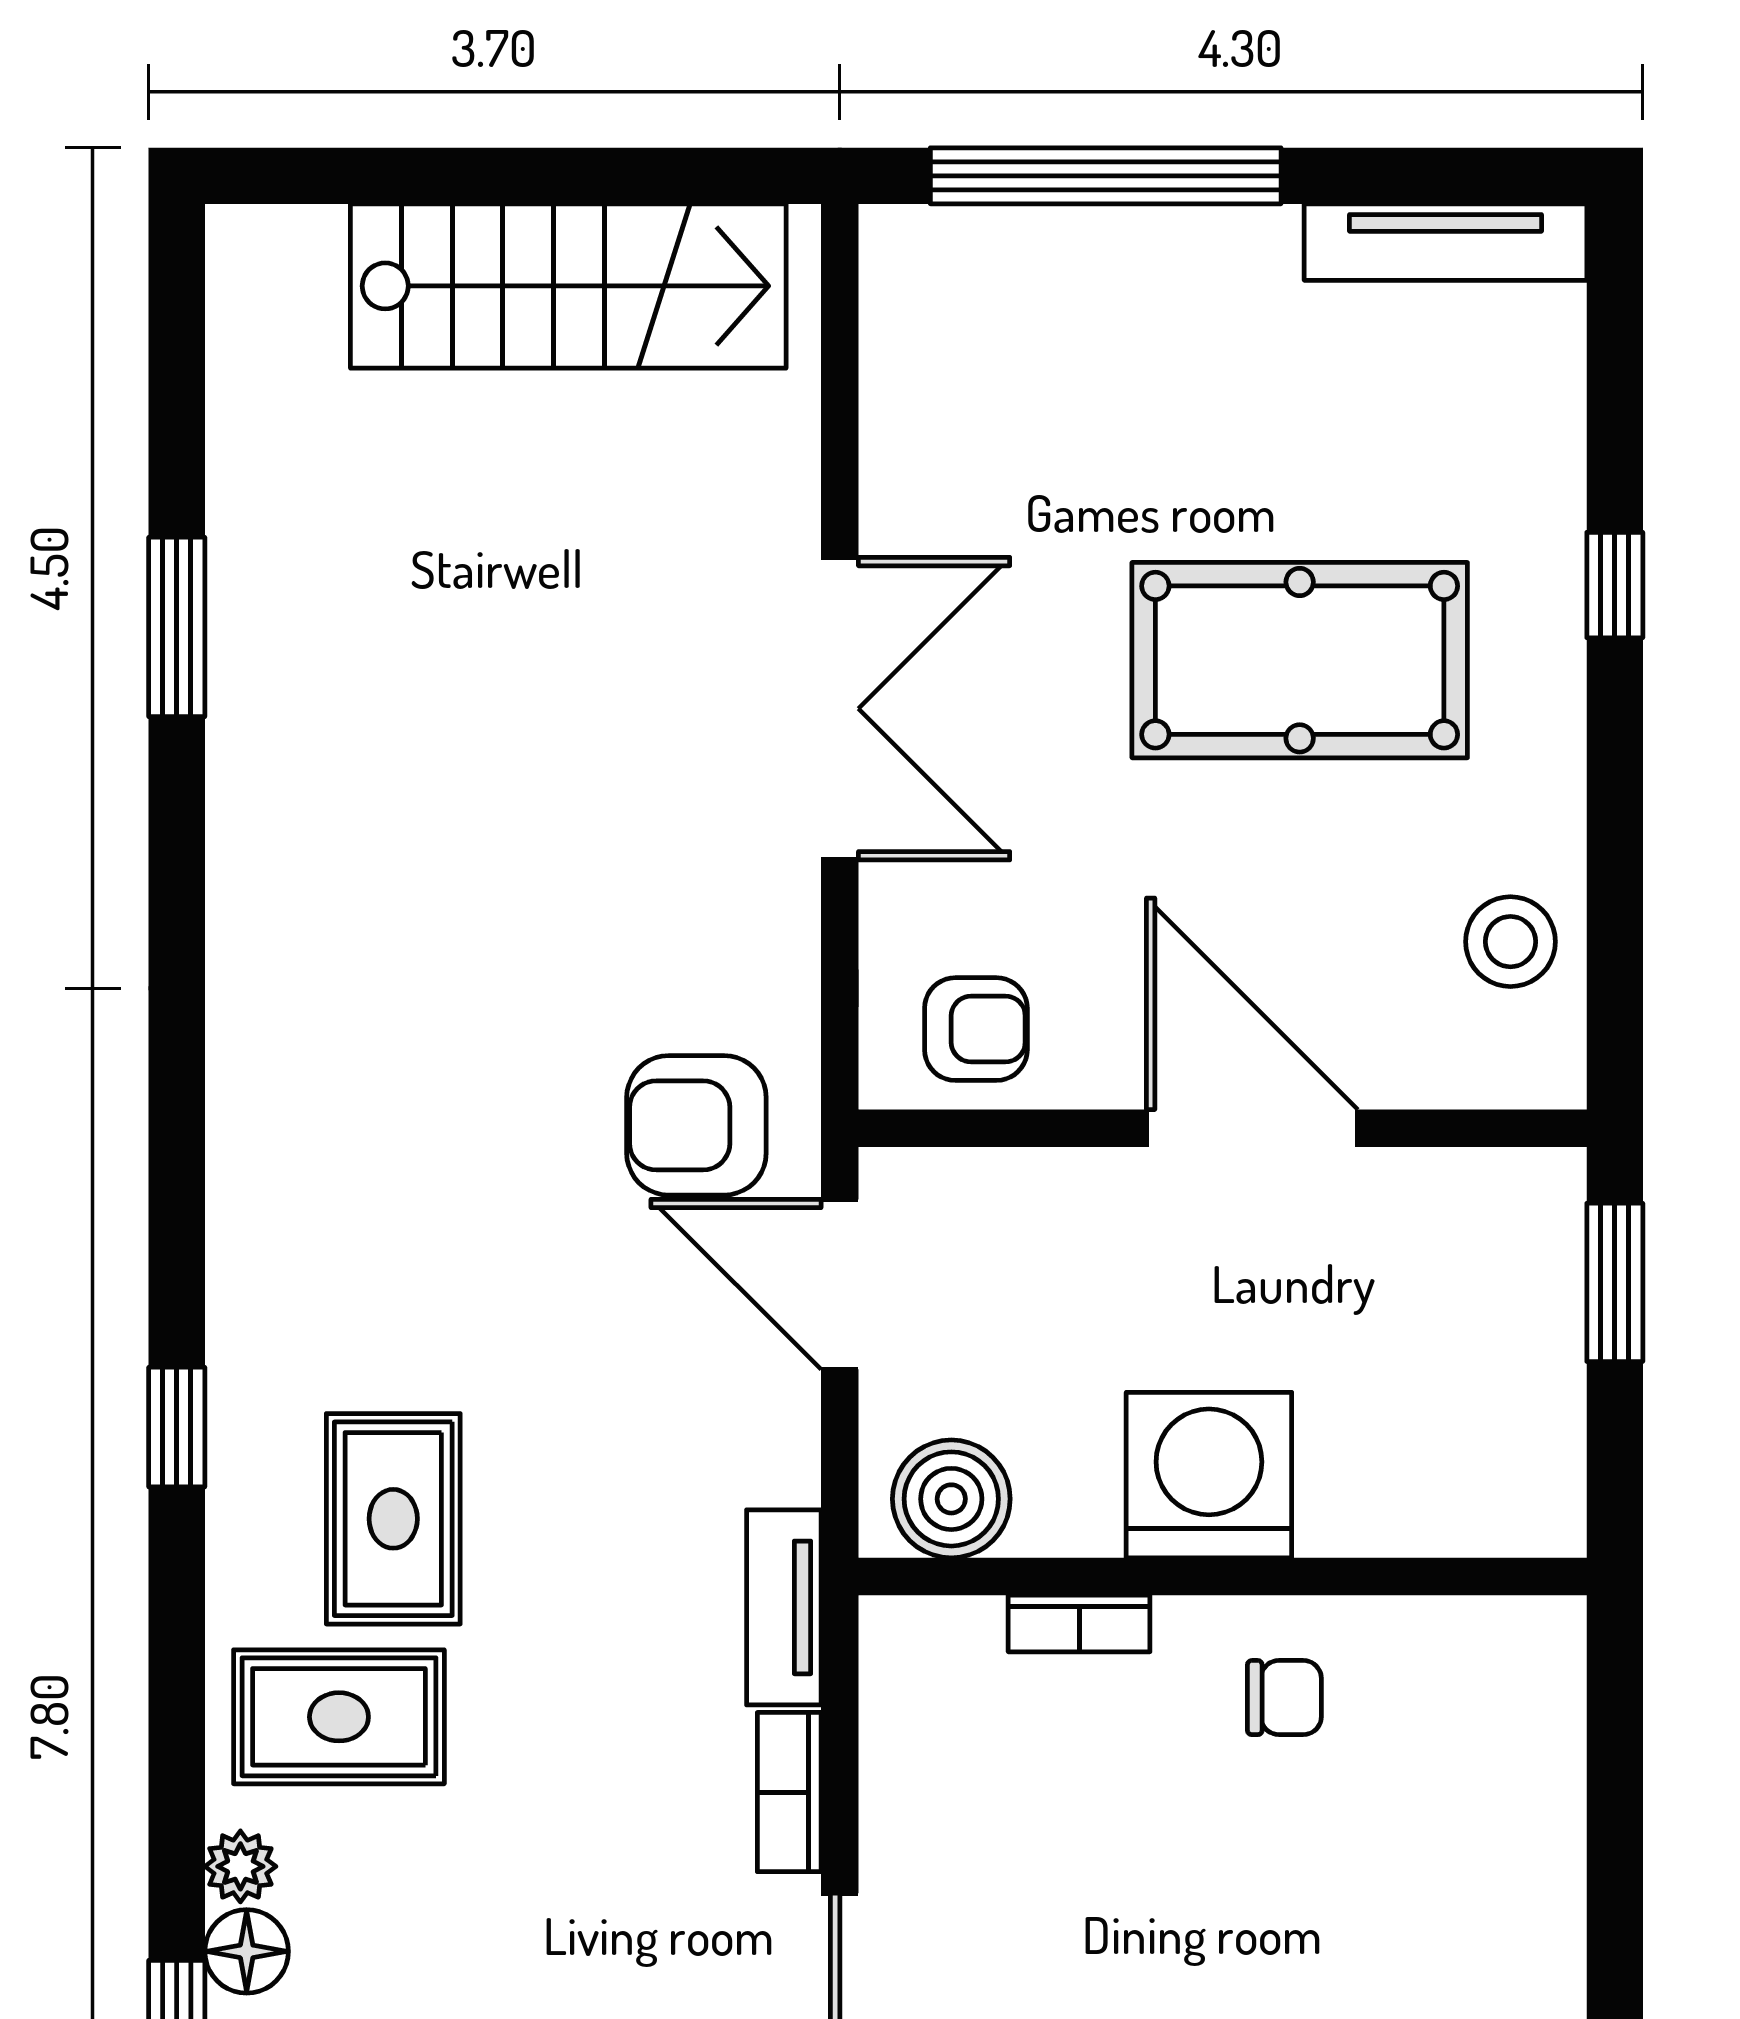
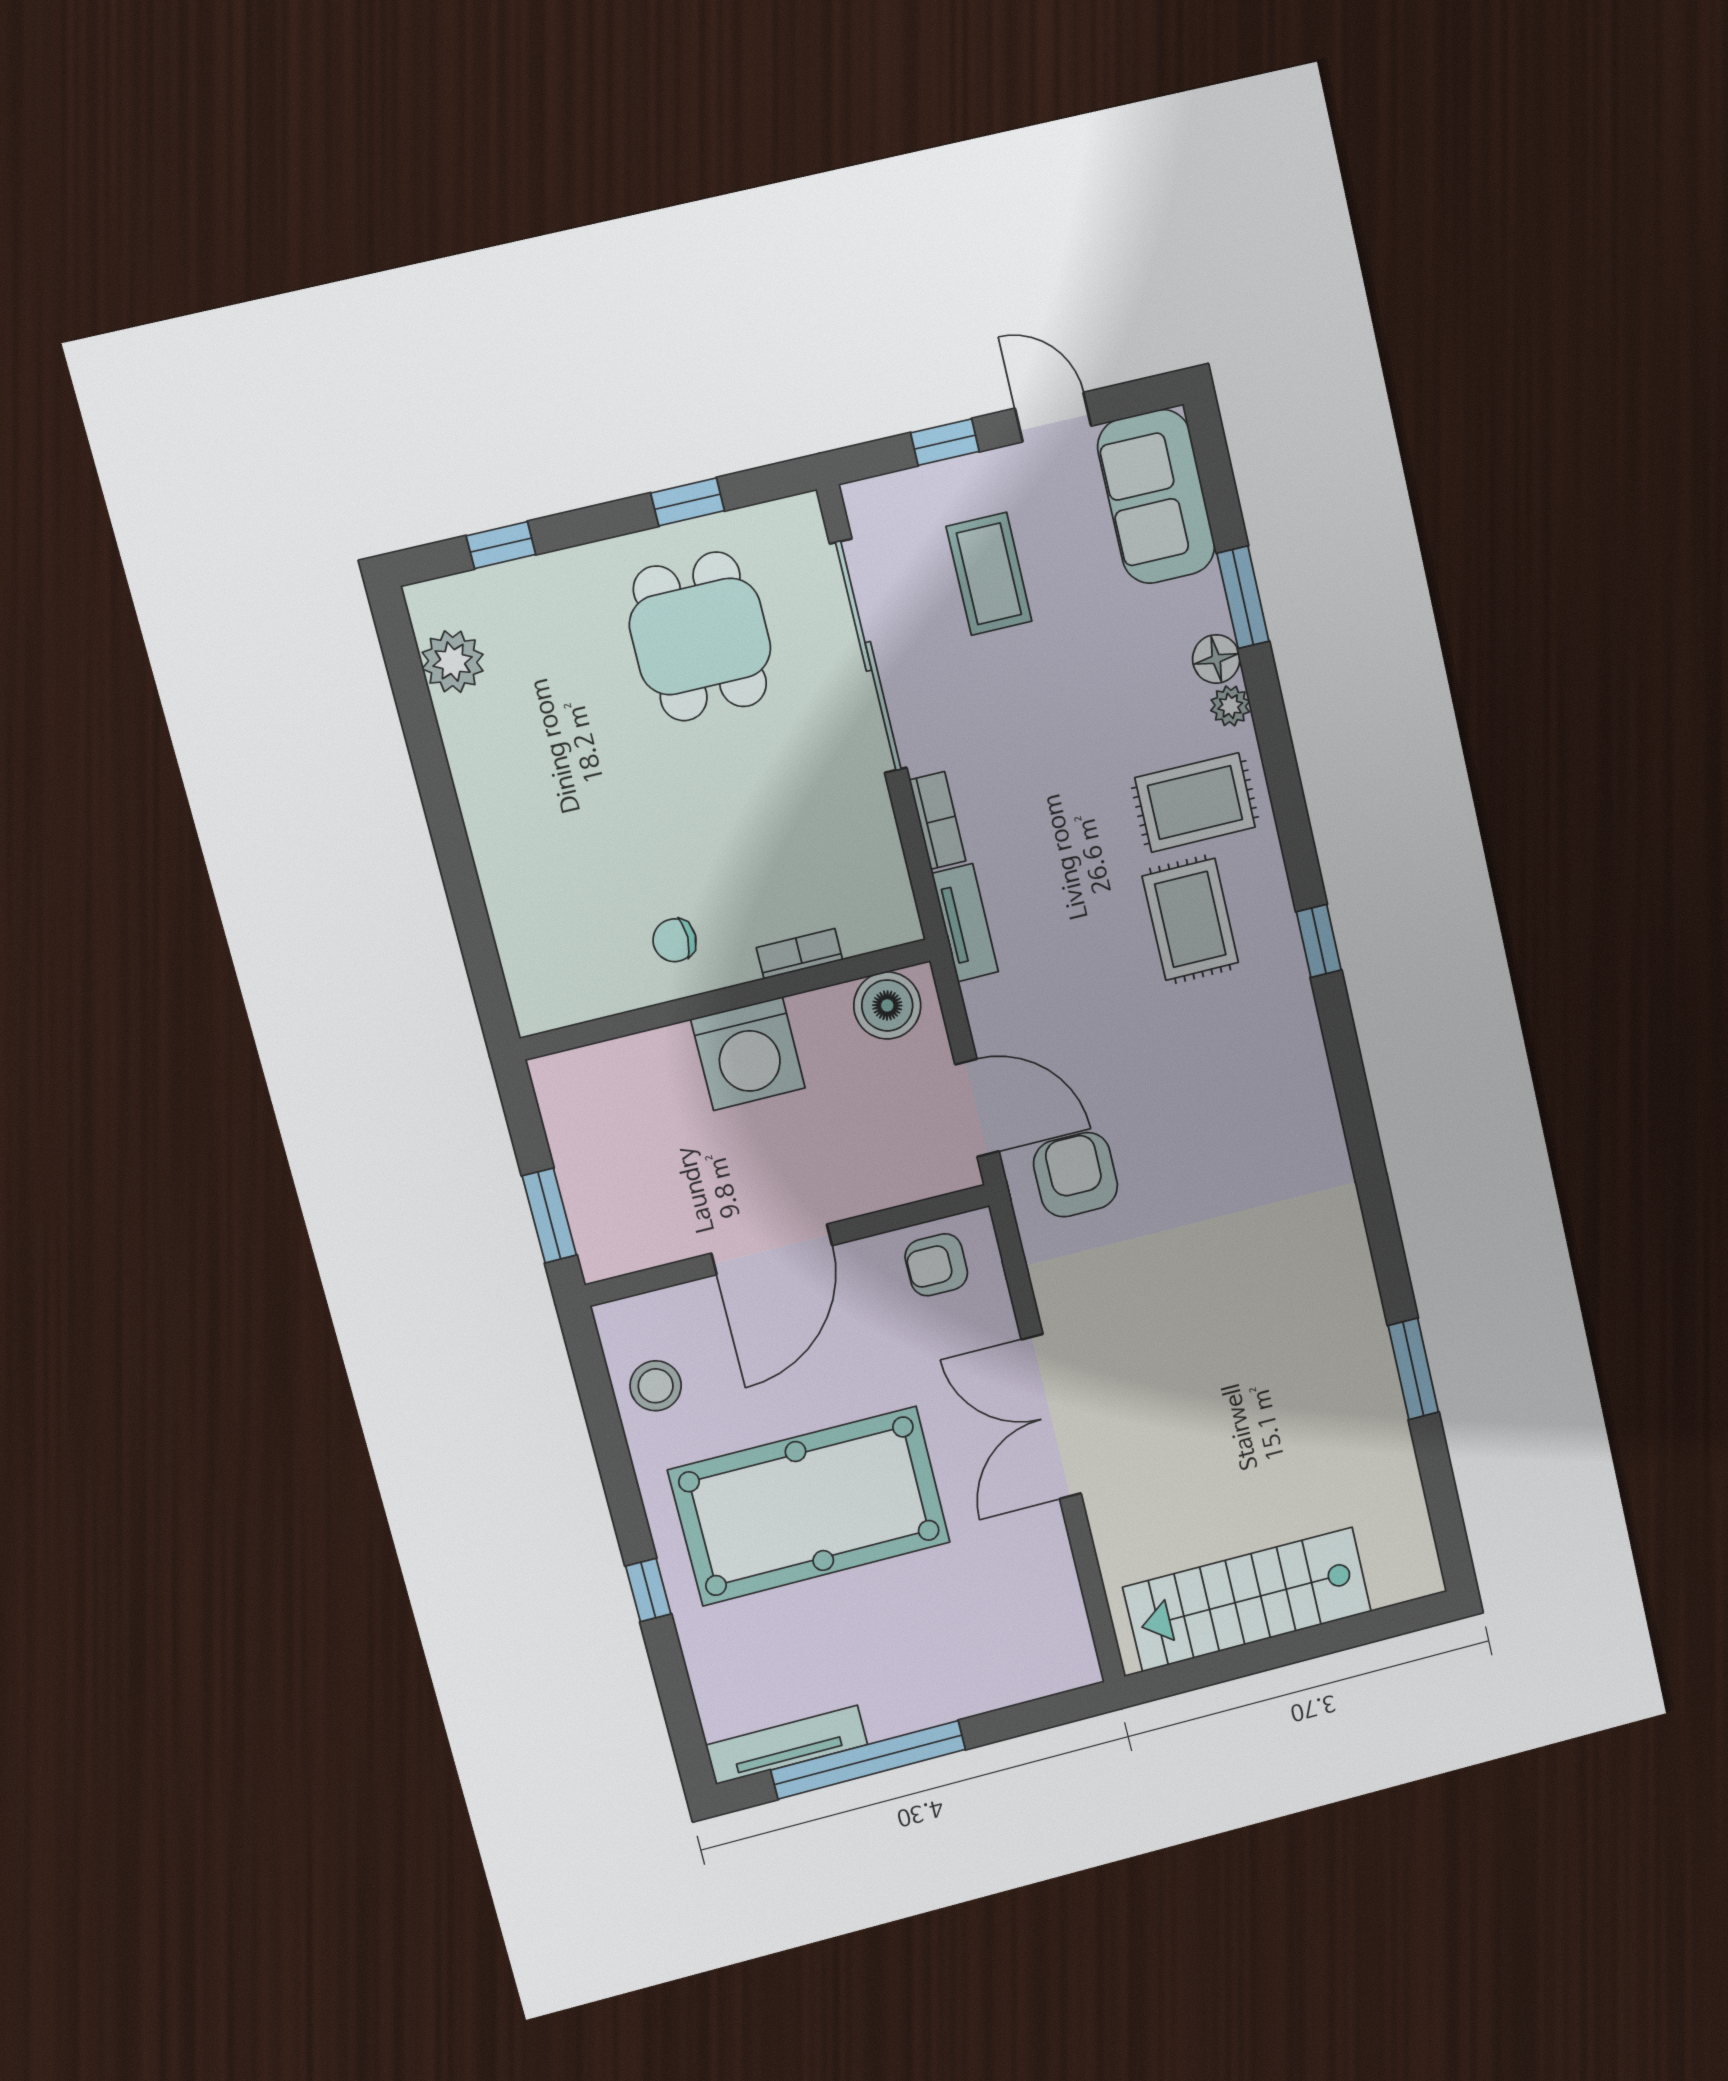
window: (1106, 176) -> (868, 1760), moved
pool table: (1300, 660) -> (809, 1506), width x1.36, depth x1.32
armchair: (696, 1125) -> (1076, 1175), turned -90
door: (1252, 1128) -> (772, 1249), hinge flipped

